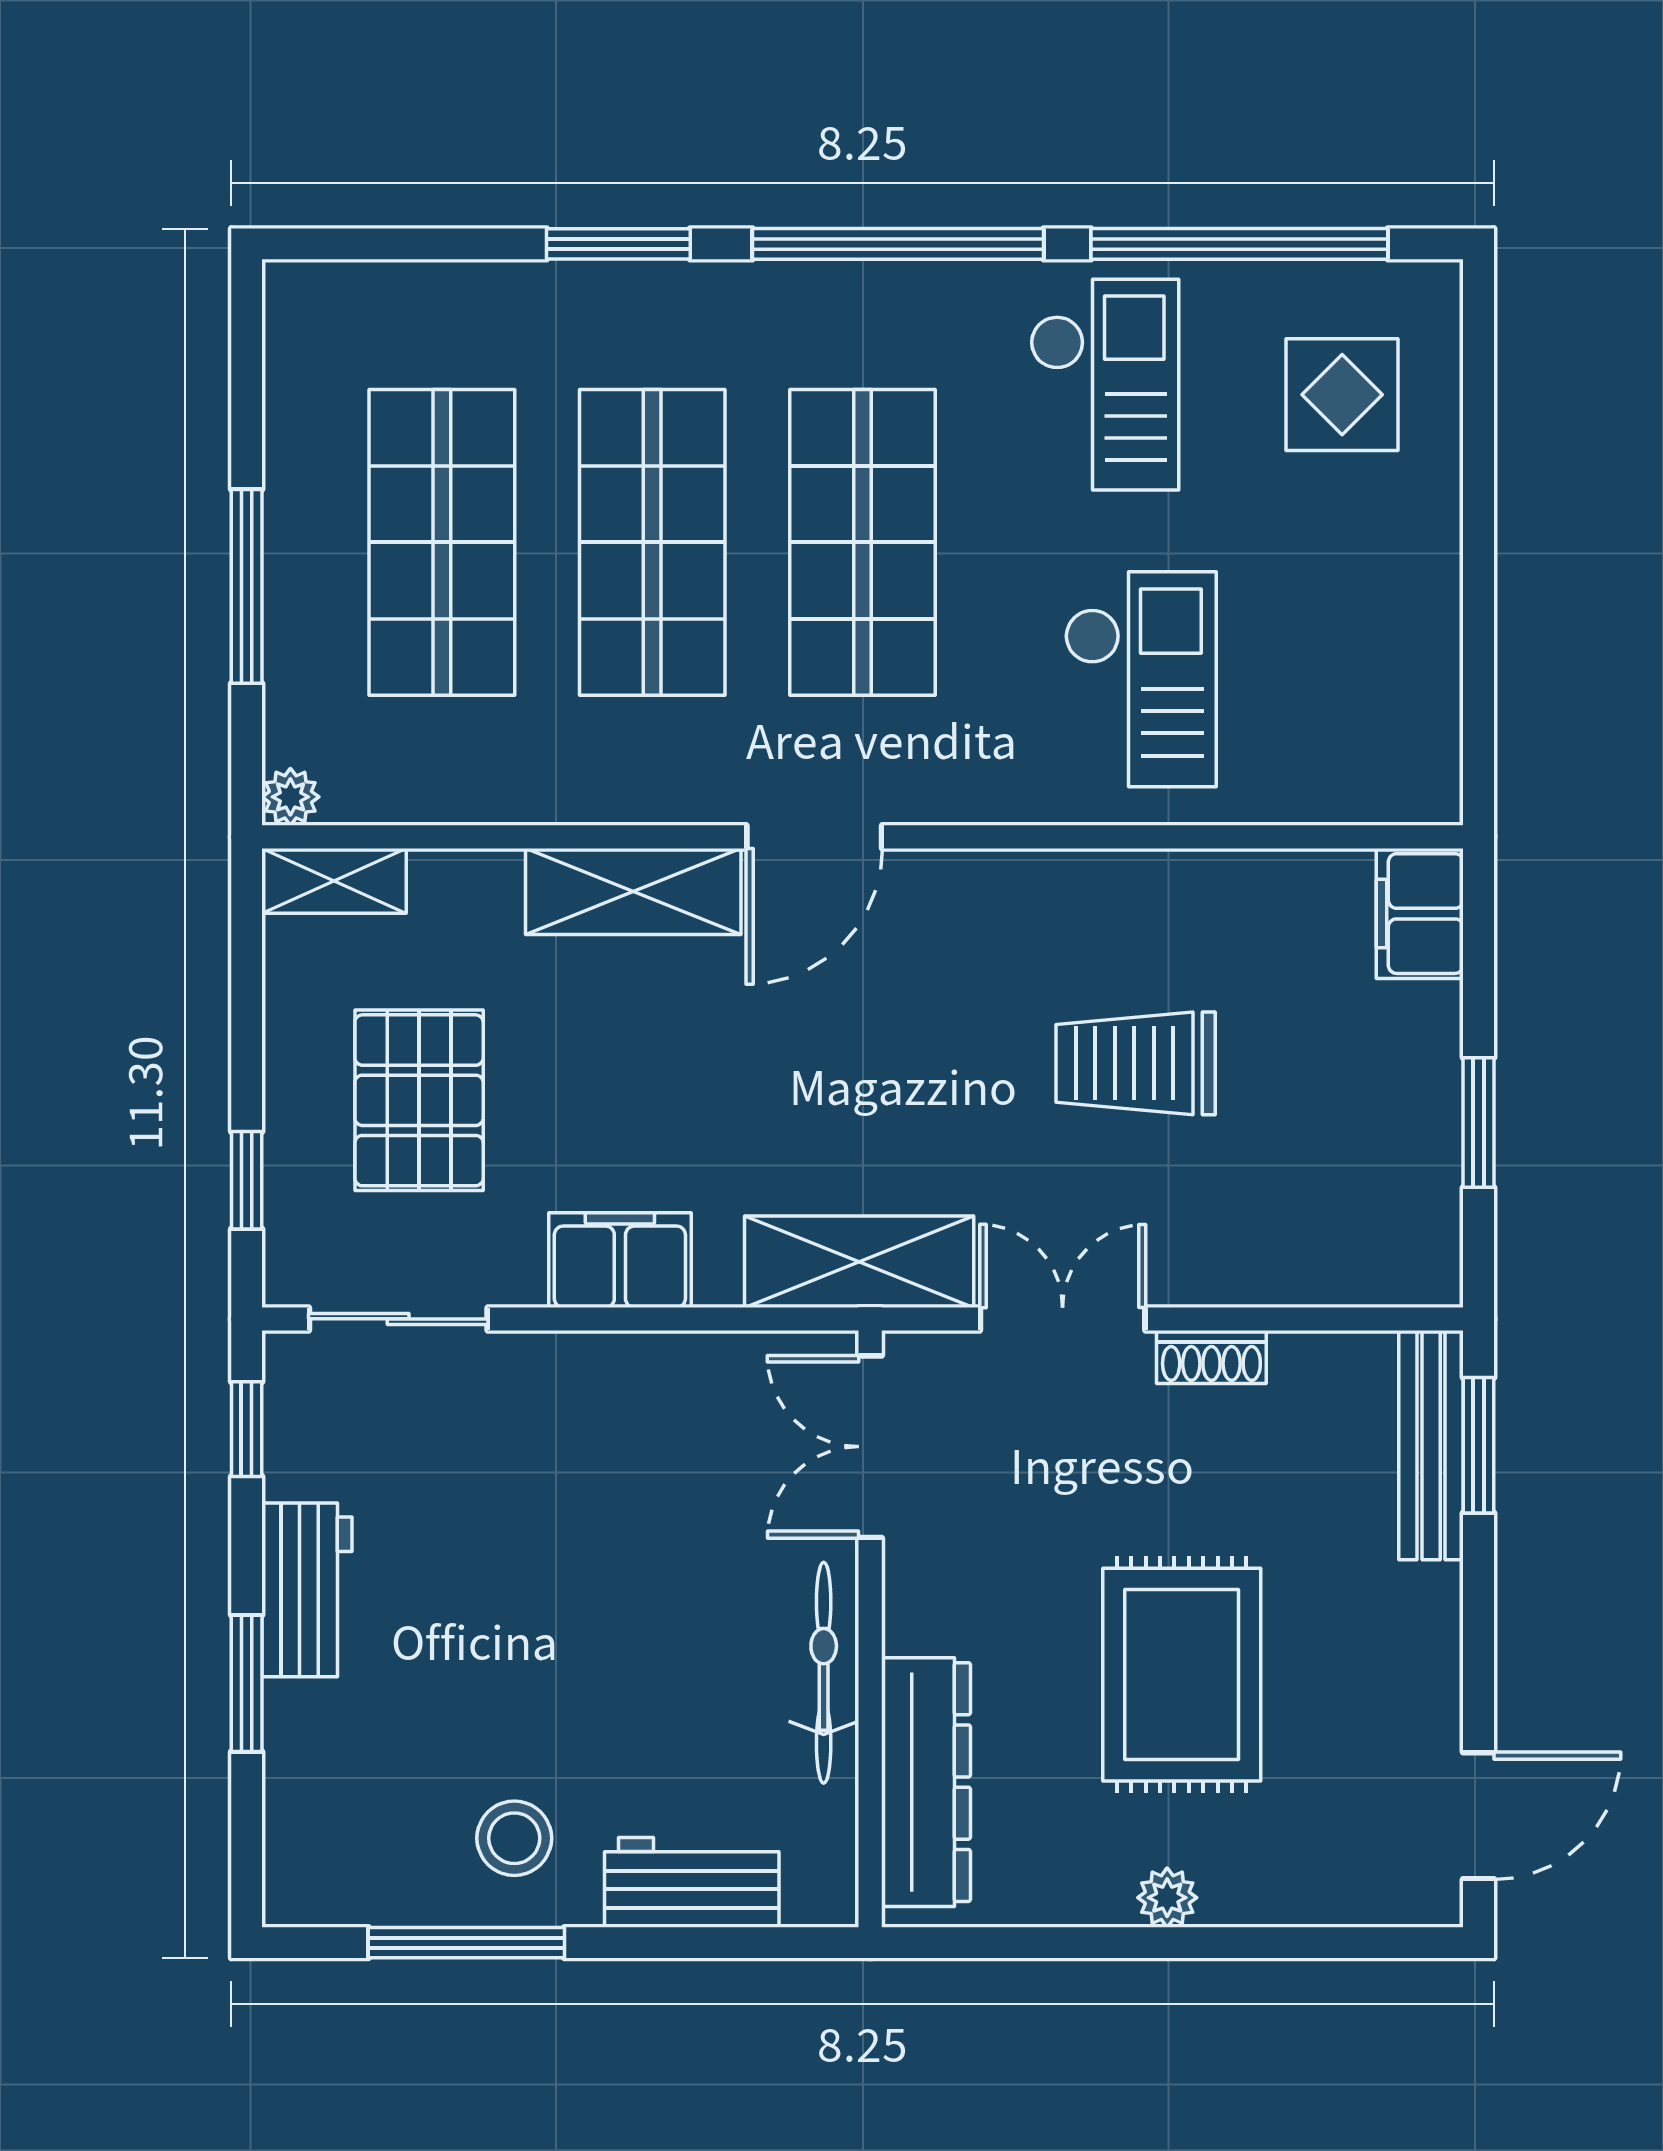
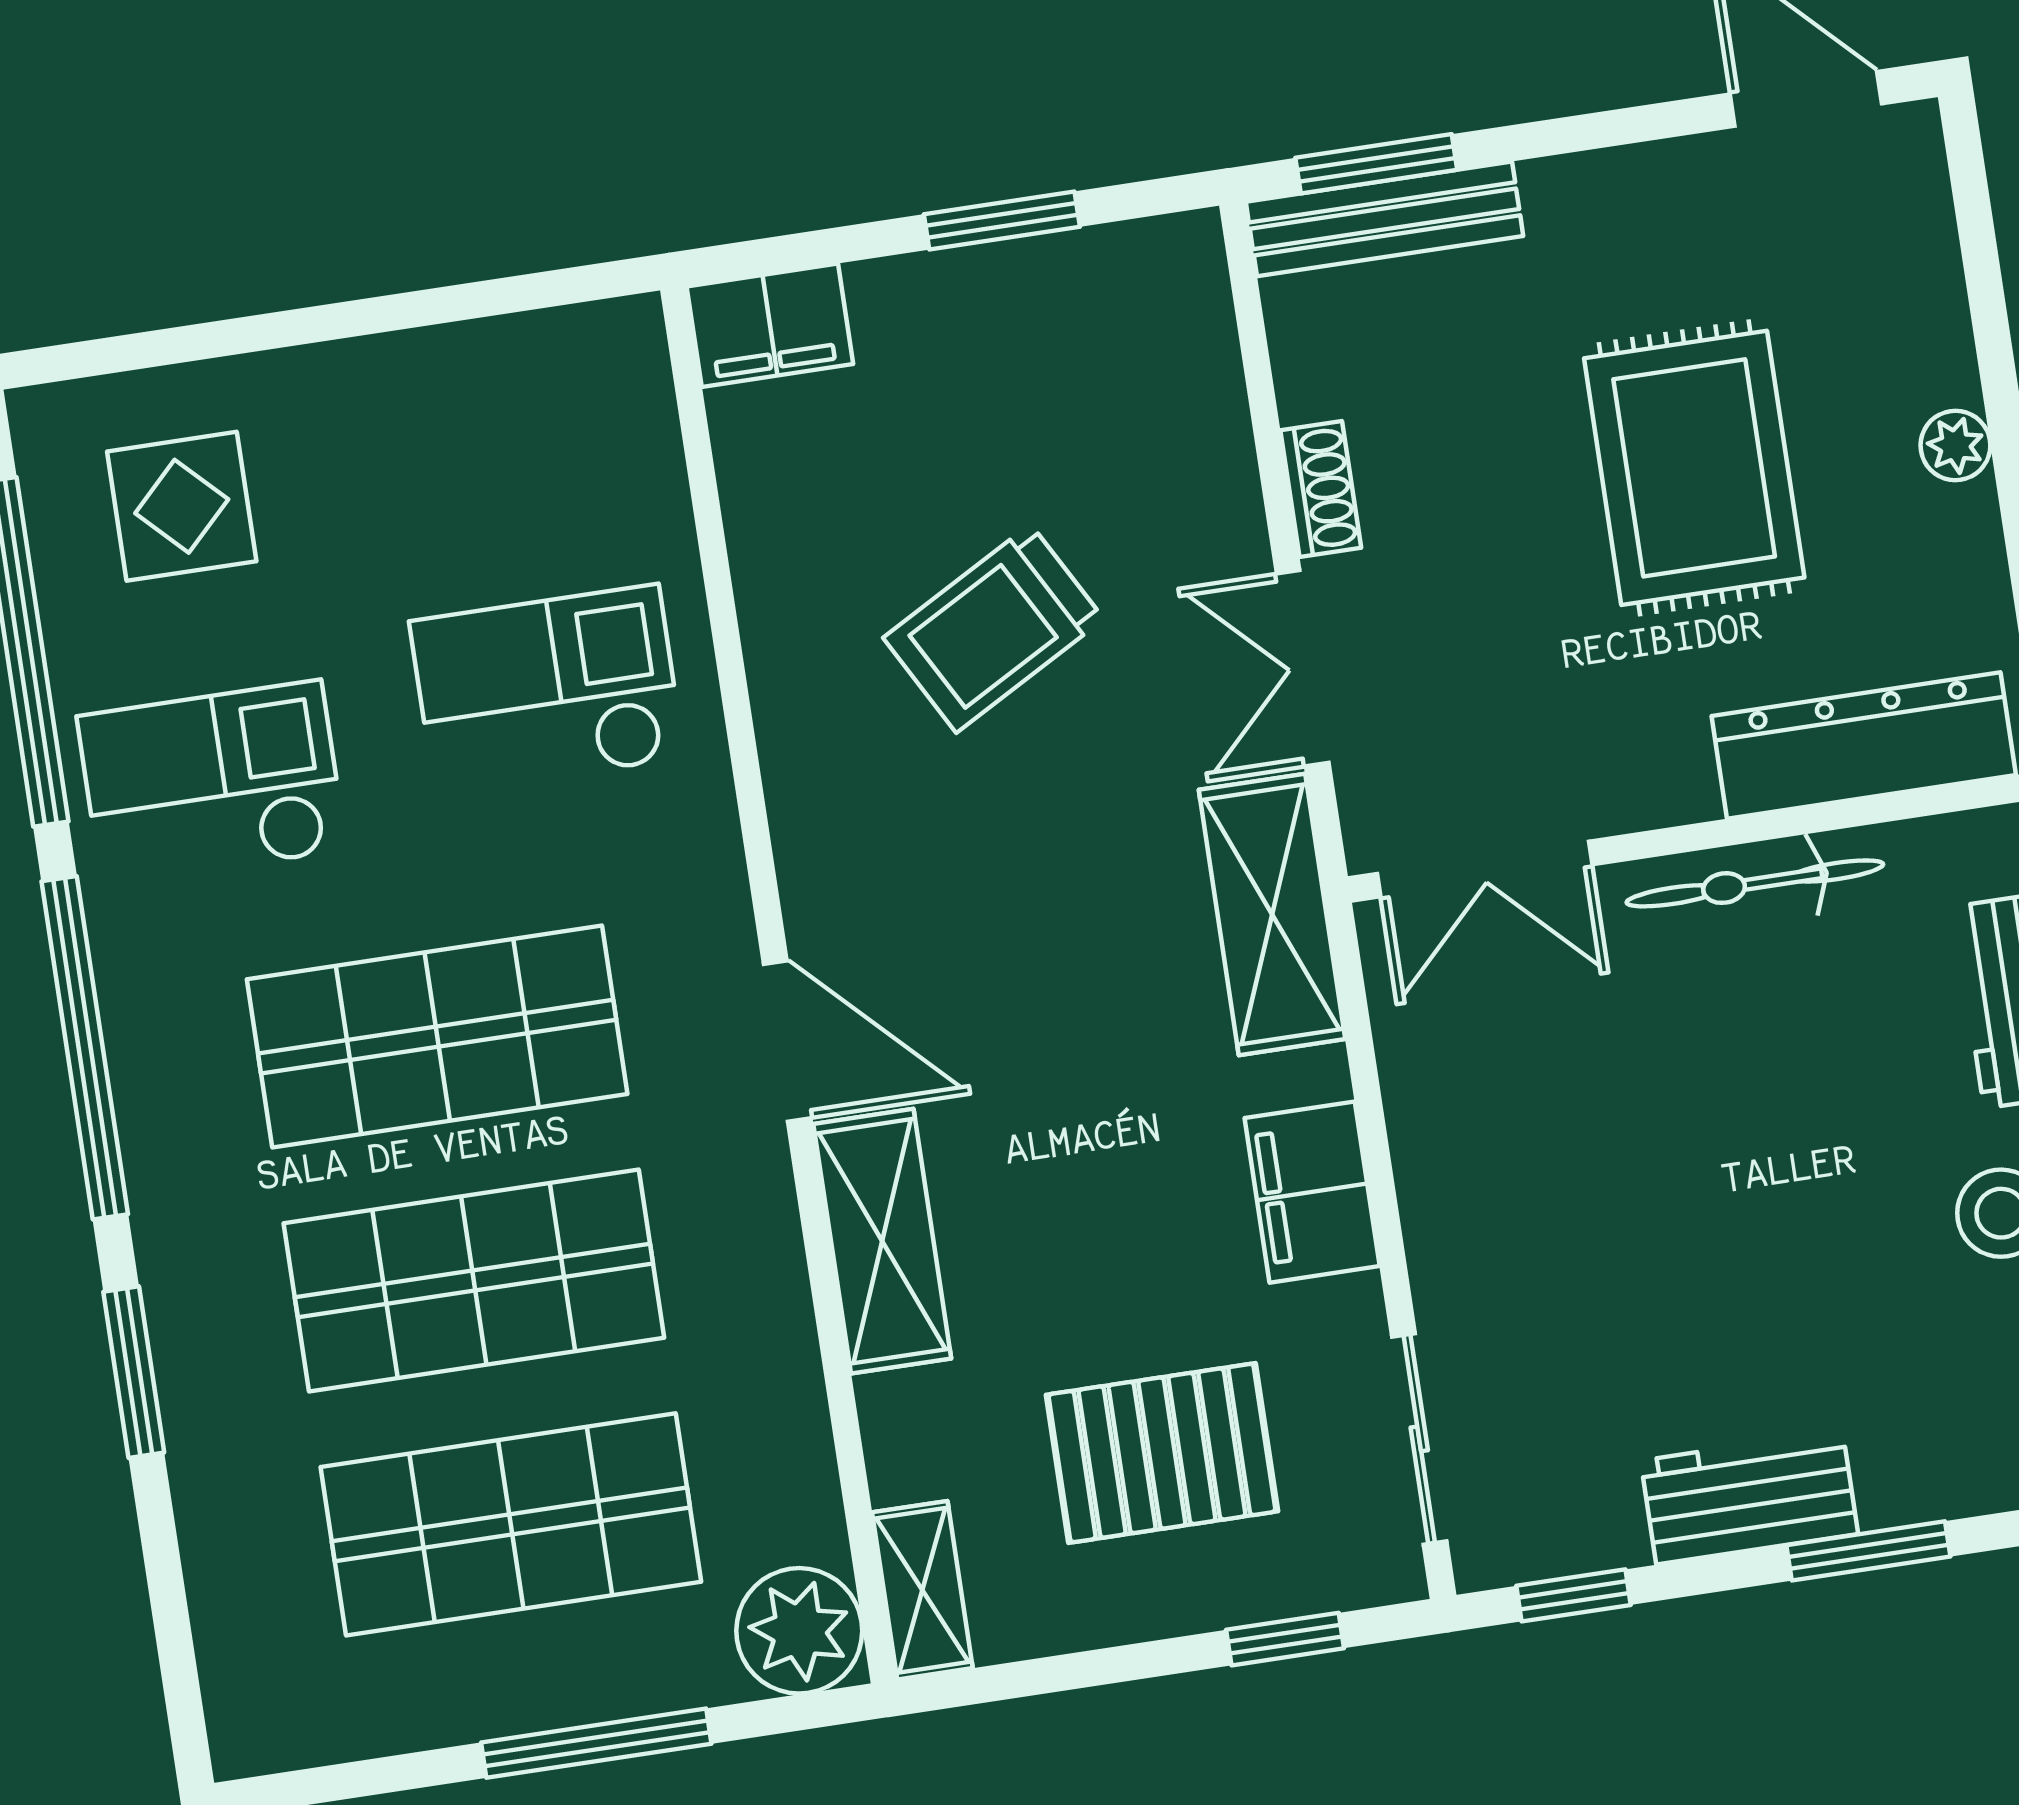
plant: (290, 797) -> (799, 1631), width x1.88, depth x1.88
trolley: (1136, 1063) -> (993, 628), turned 61
rug: (1182, 1675) -> (1694, 468), turned 90

